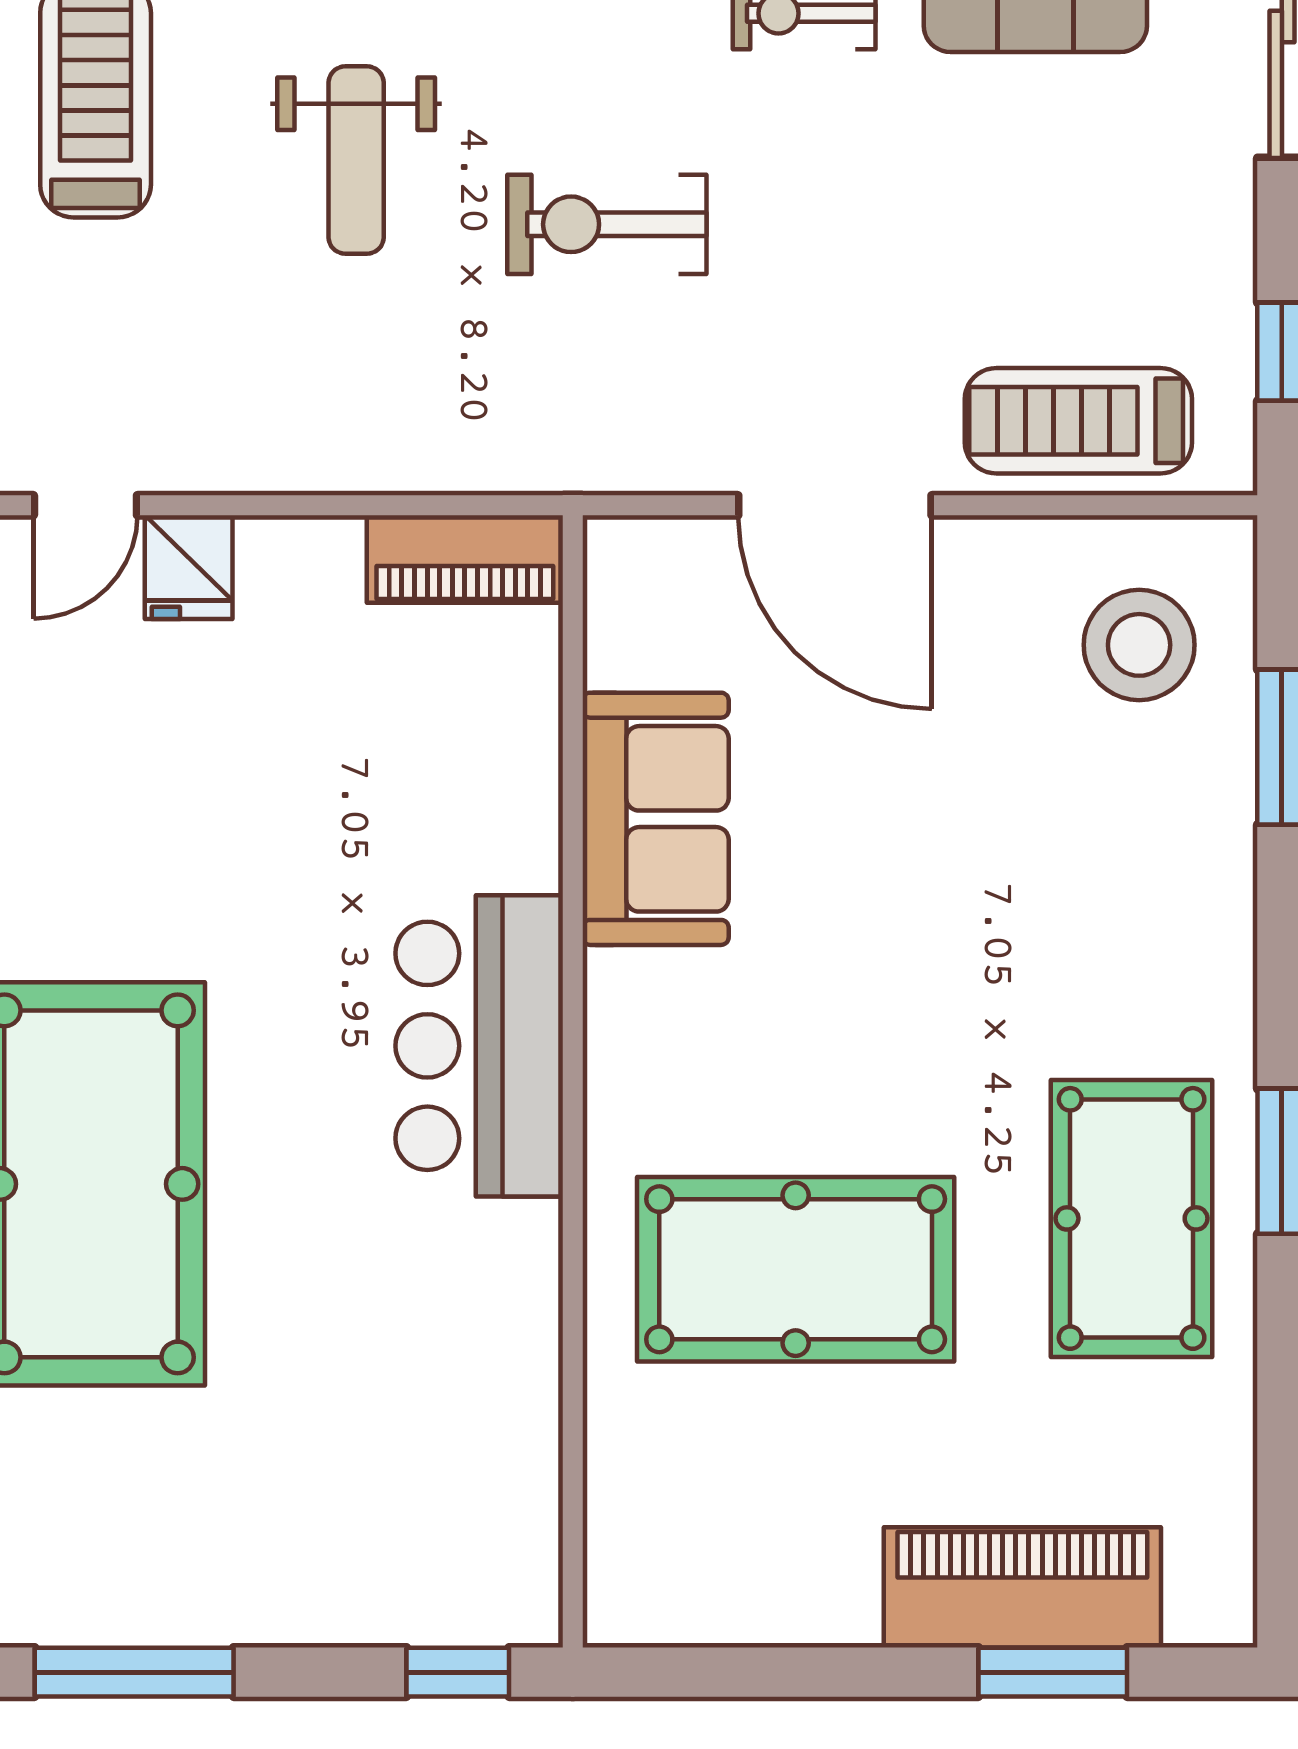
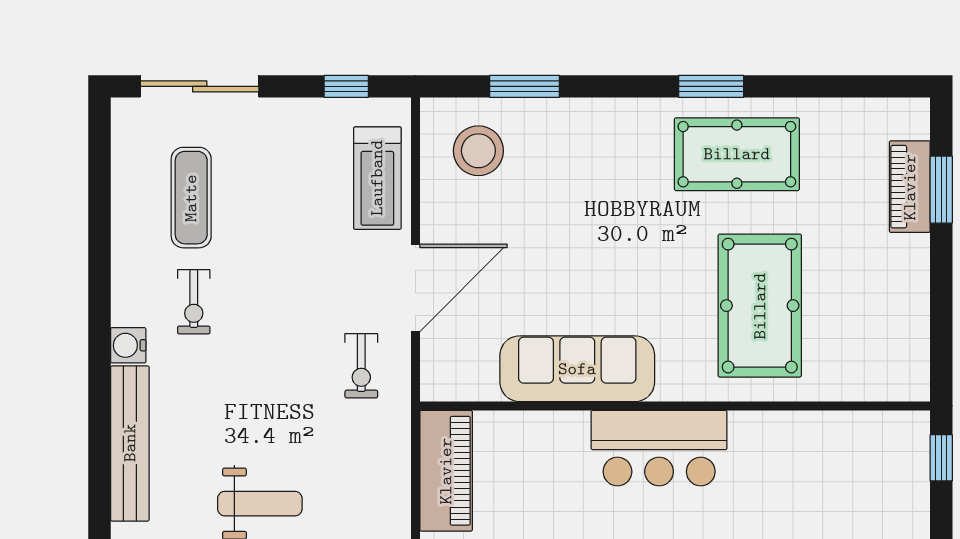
exercise bike: (607, 224) -> (361, 366), moved, width x0.73, depth x0.72
piano: (465, 559) -> (446, 471), width x1.37, depth x1.33
sofa: (656, 819) -> (577, 369), width x1.36
piano: (1022, 1587) -> (910, 187), width x0.73, depth x0.75

